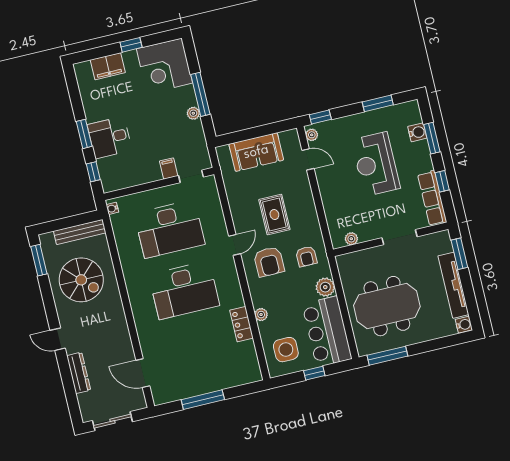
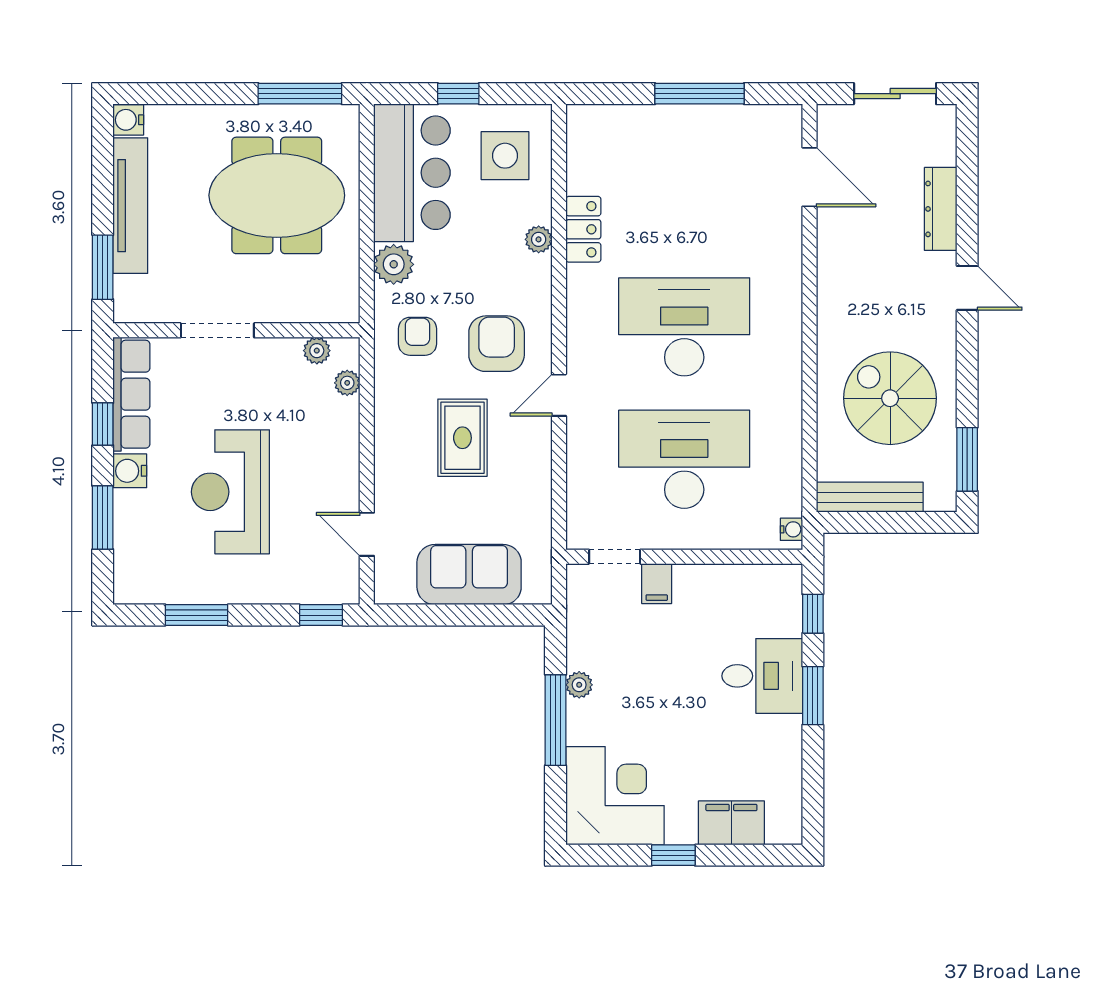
water cooler: (417, 132) -> (130, 471), moved
plant: (312, 135) -> (347, 383), moved
reception desk: (376, 164) -> (230, 492), turned 180

